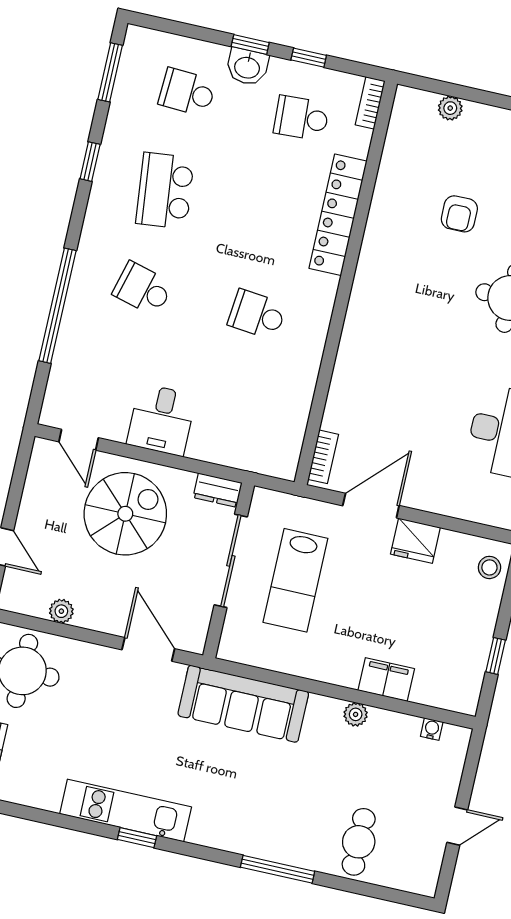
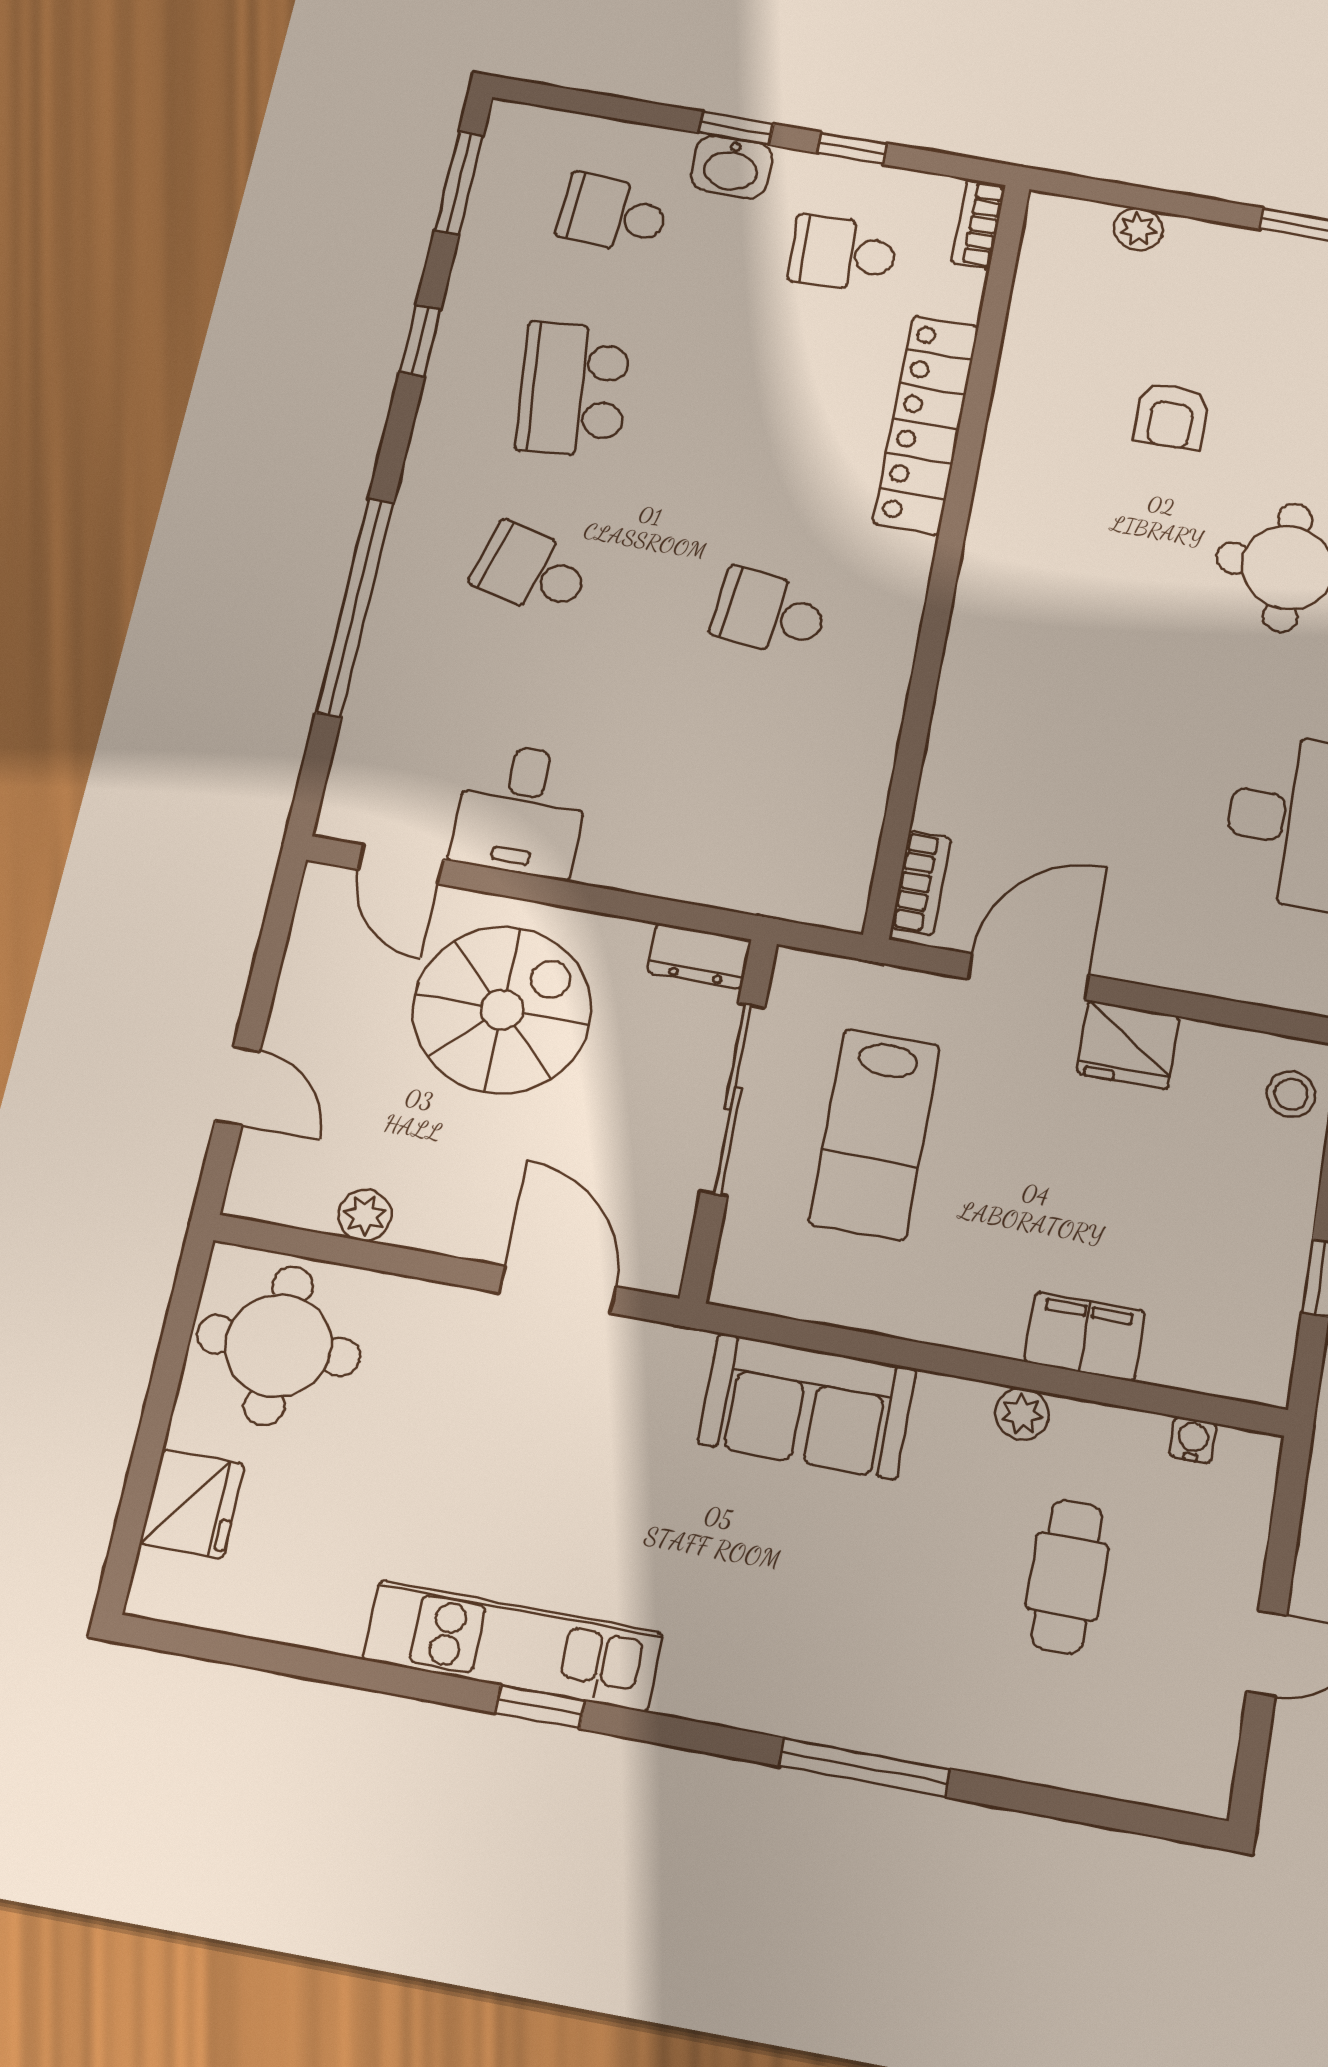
desk: (161, 420) -> (521, 810), moved
sofa: (243, 704) -> (807, 1406), width x0.73
cafe table: (359, 842) -> (1067, 1576), moved

